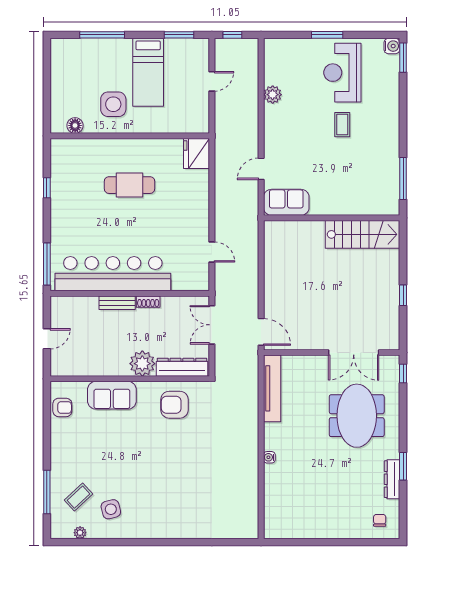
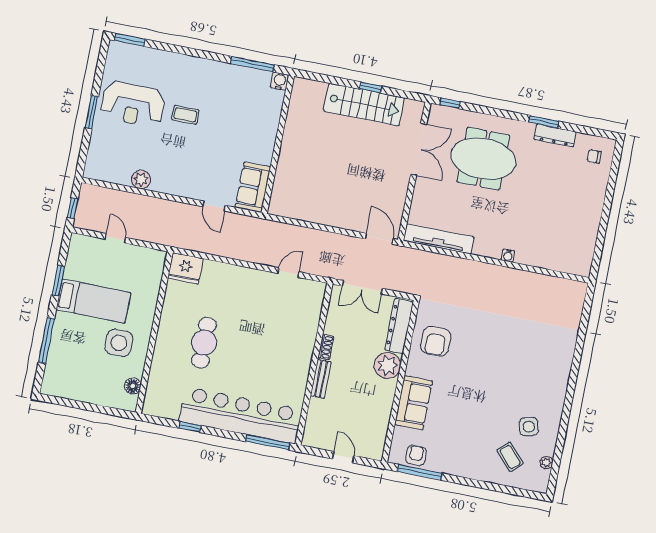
window: (179, 35) -> (58, 281), moved
water cooler: (392, 46) -> (280, 81), moved
stairs: (363, 234) -> (364, 104), moved, turned 90
bar counter: (113, 274) -> (240, 415), moved, turned 90
door: (261, 332) -> (379, 239), hinge flipped
window: (47, 492) -> (420, 472), moved

